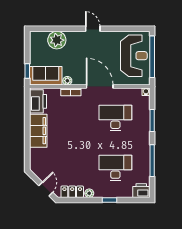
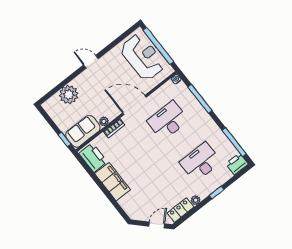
window: (152, 120) -> (200, 99), width x1.44
window: (152, 161) -> (234, 142), moved
door: (46, 189) -> (157, 225), hinge flipped

